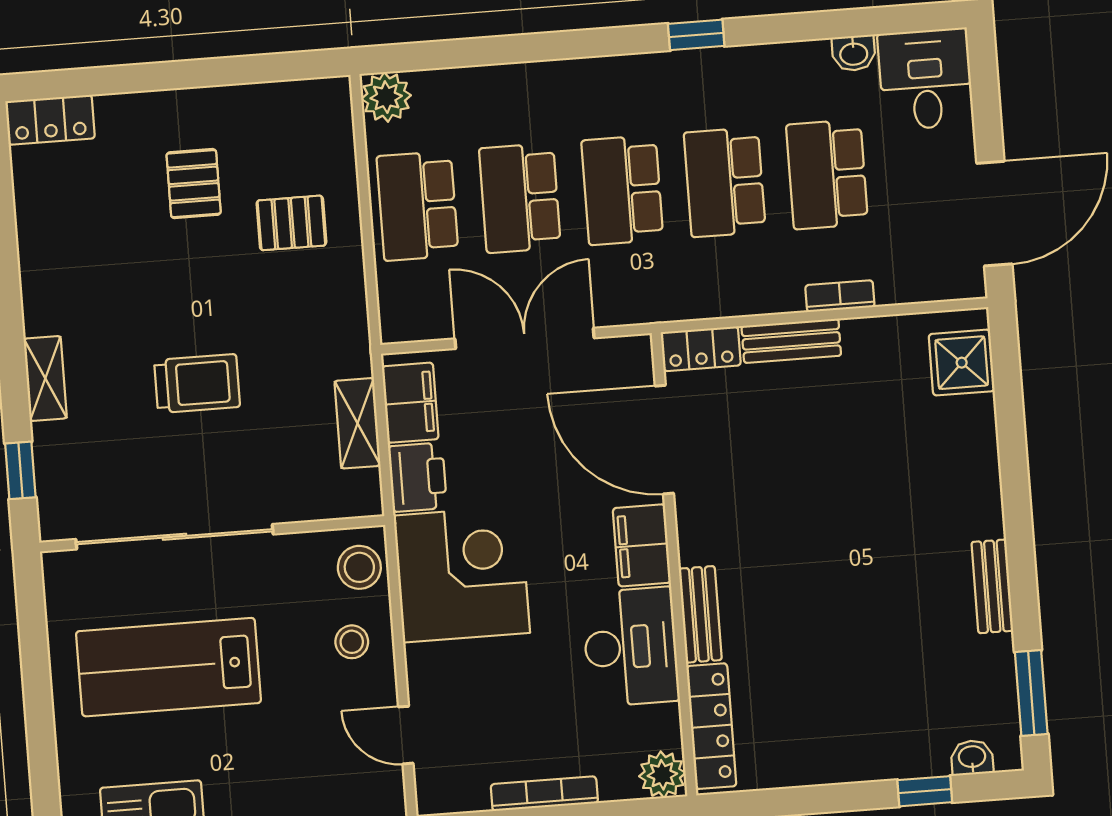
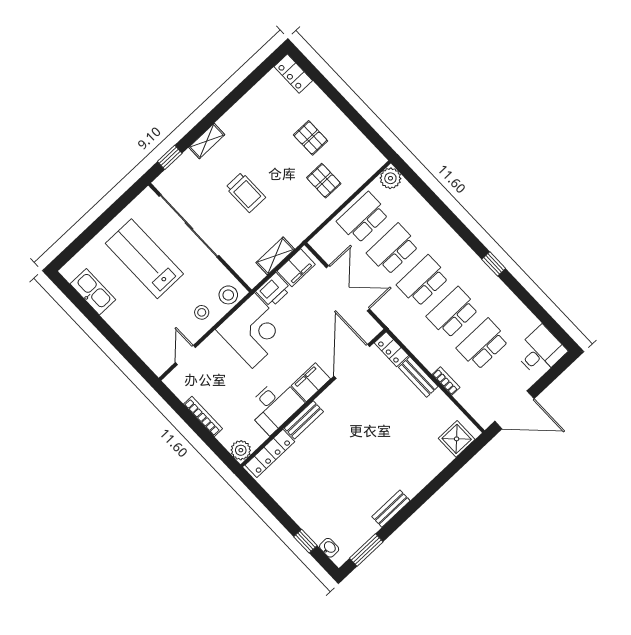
washbasin: (854, 53) -> (530, 321), removed
pallet: (194, 184) -> (311, 138), turned 90

